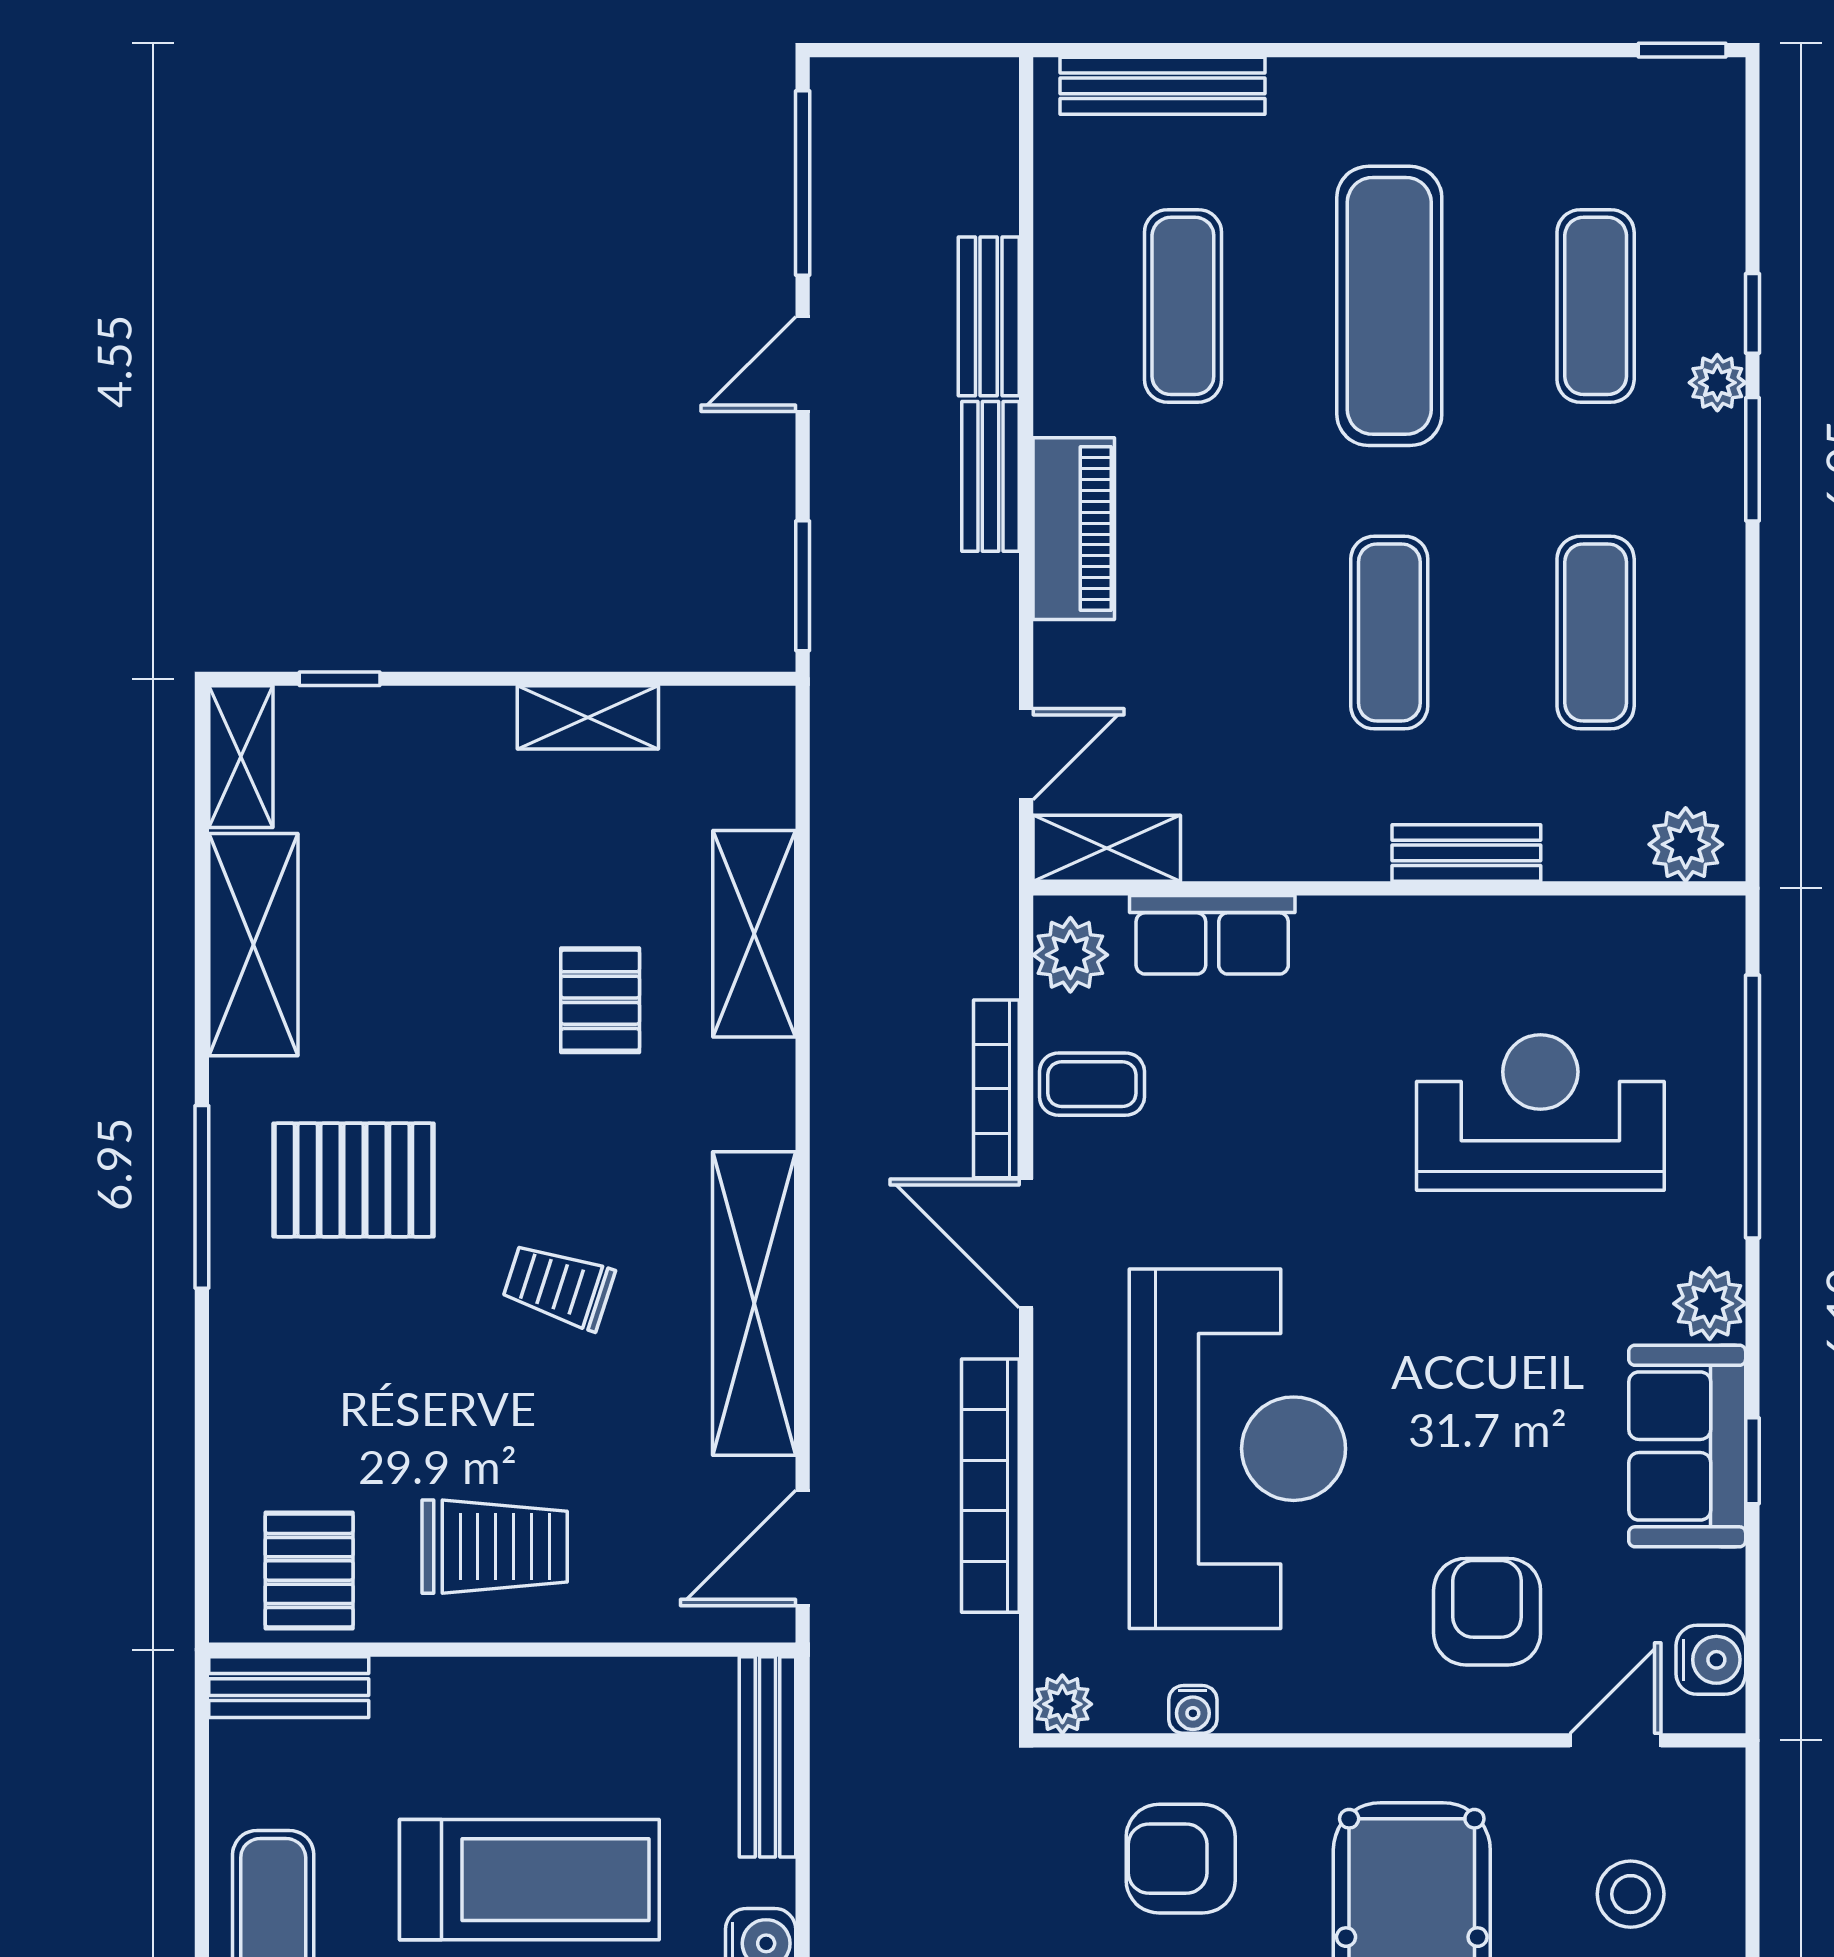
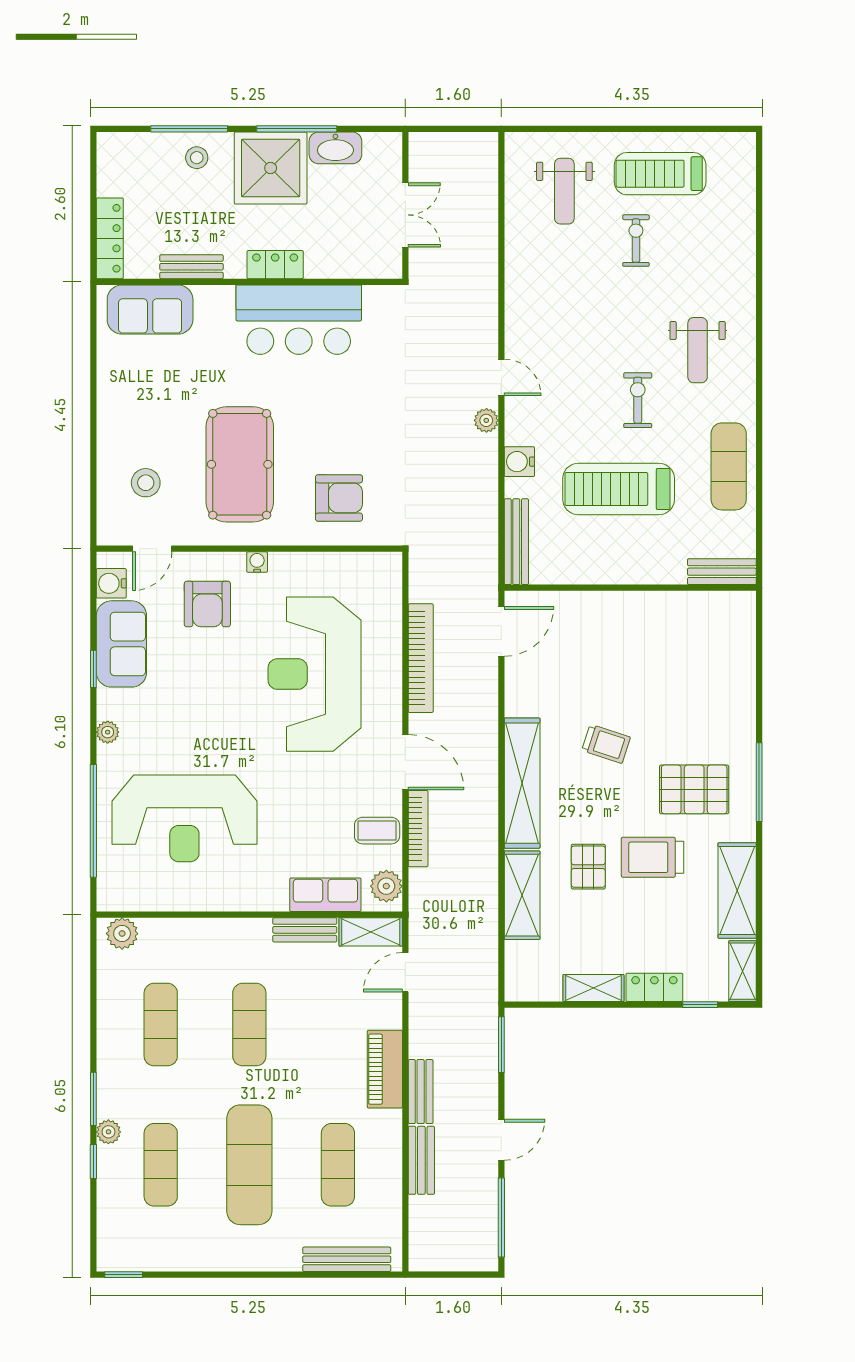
locker: (446, 719) -> (654, 987), added
bench: (1466, 853) -> (305, 930), moved
reception desk: (1540, 1112) -> (184, 818), width x1.36, depth x1.30
shelving: (754, 1303) -> (522, 783), moved
plant: (1710, 1304) -> (108, 732), width x0.73, depth x0.73
sofa: (1687, 1446) -> (121, 644), moved
trolley: (495, 1547) -> (653, 857), moved
pallet: (309, 1570) -> (713, 622), removed
plant: (1062, 1704) -> (390, 564), removed
water cooler: (1193, 1709) -> (257, 562), moved

